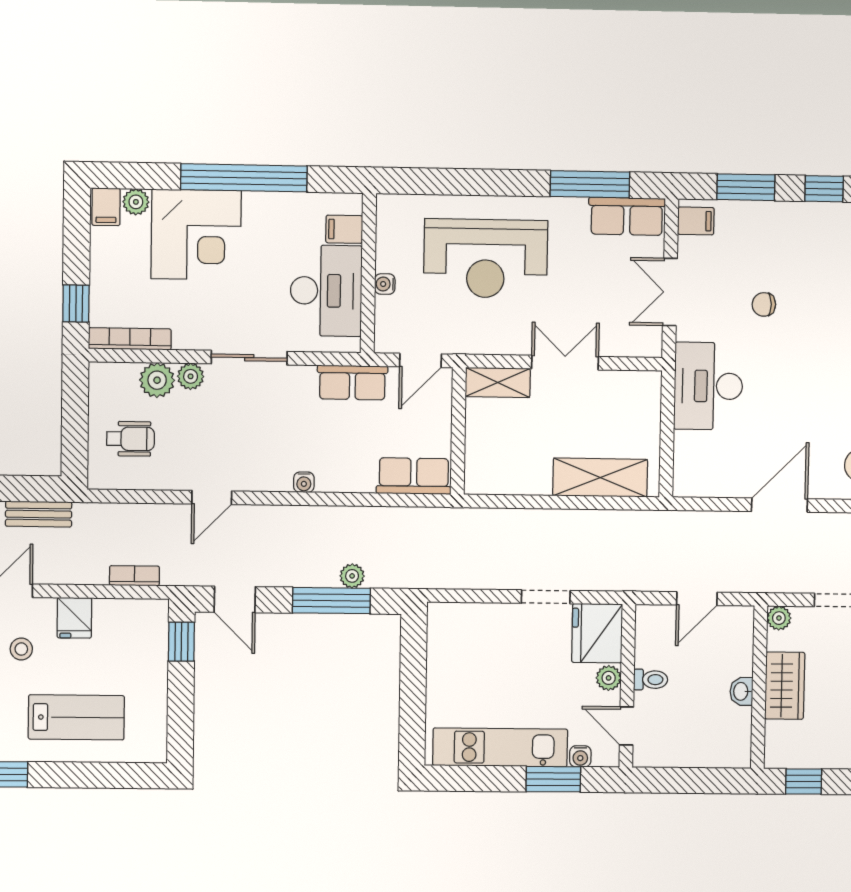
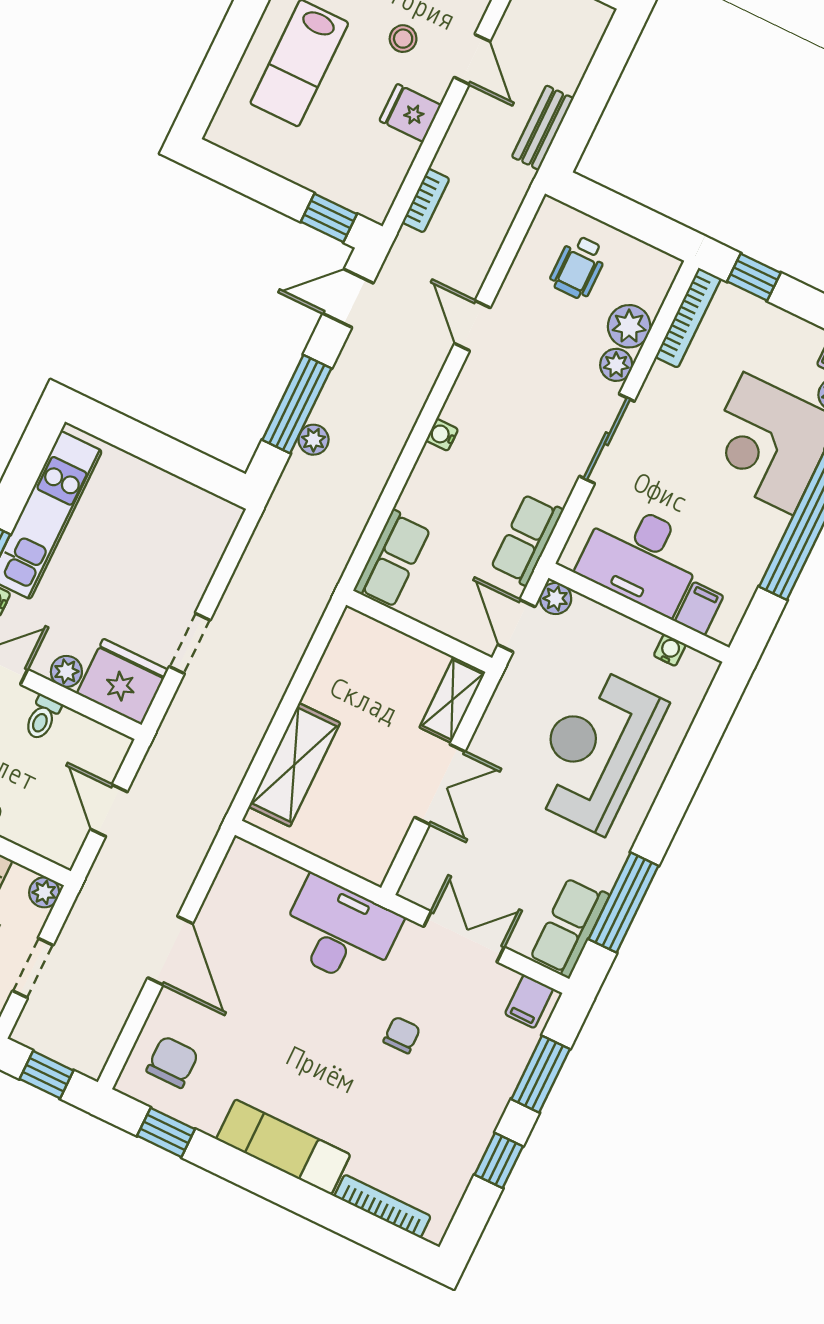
water cooler: (385, 284) -> (670, 650), moved
plant: (387, 341) -> (556, 598), added

